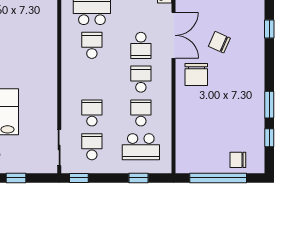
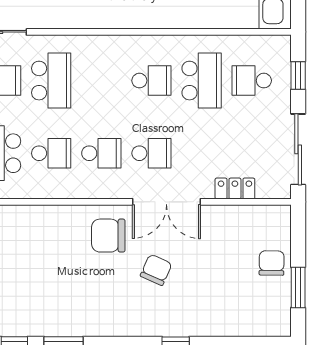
school desk: (141, 45) -> (151, 153), turned 180
school desk: (92, 113) -> (51, 81), width x1.85

